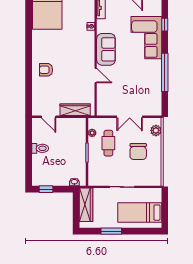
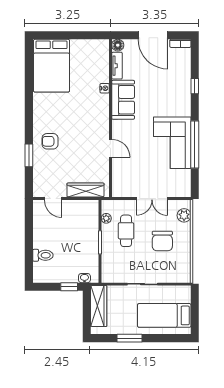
corner sofa: (146, 38) -> (172, 143), moved
sofa: (106, 49) -> (123, 100), moved
window: (29, 81) -> (29, 155), added
toilet: (40, 148) -> (43, 255), moved
window: (46, 189) -> (69, 287), moved

